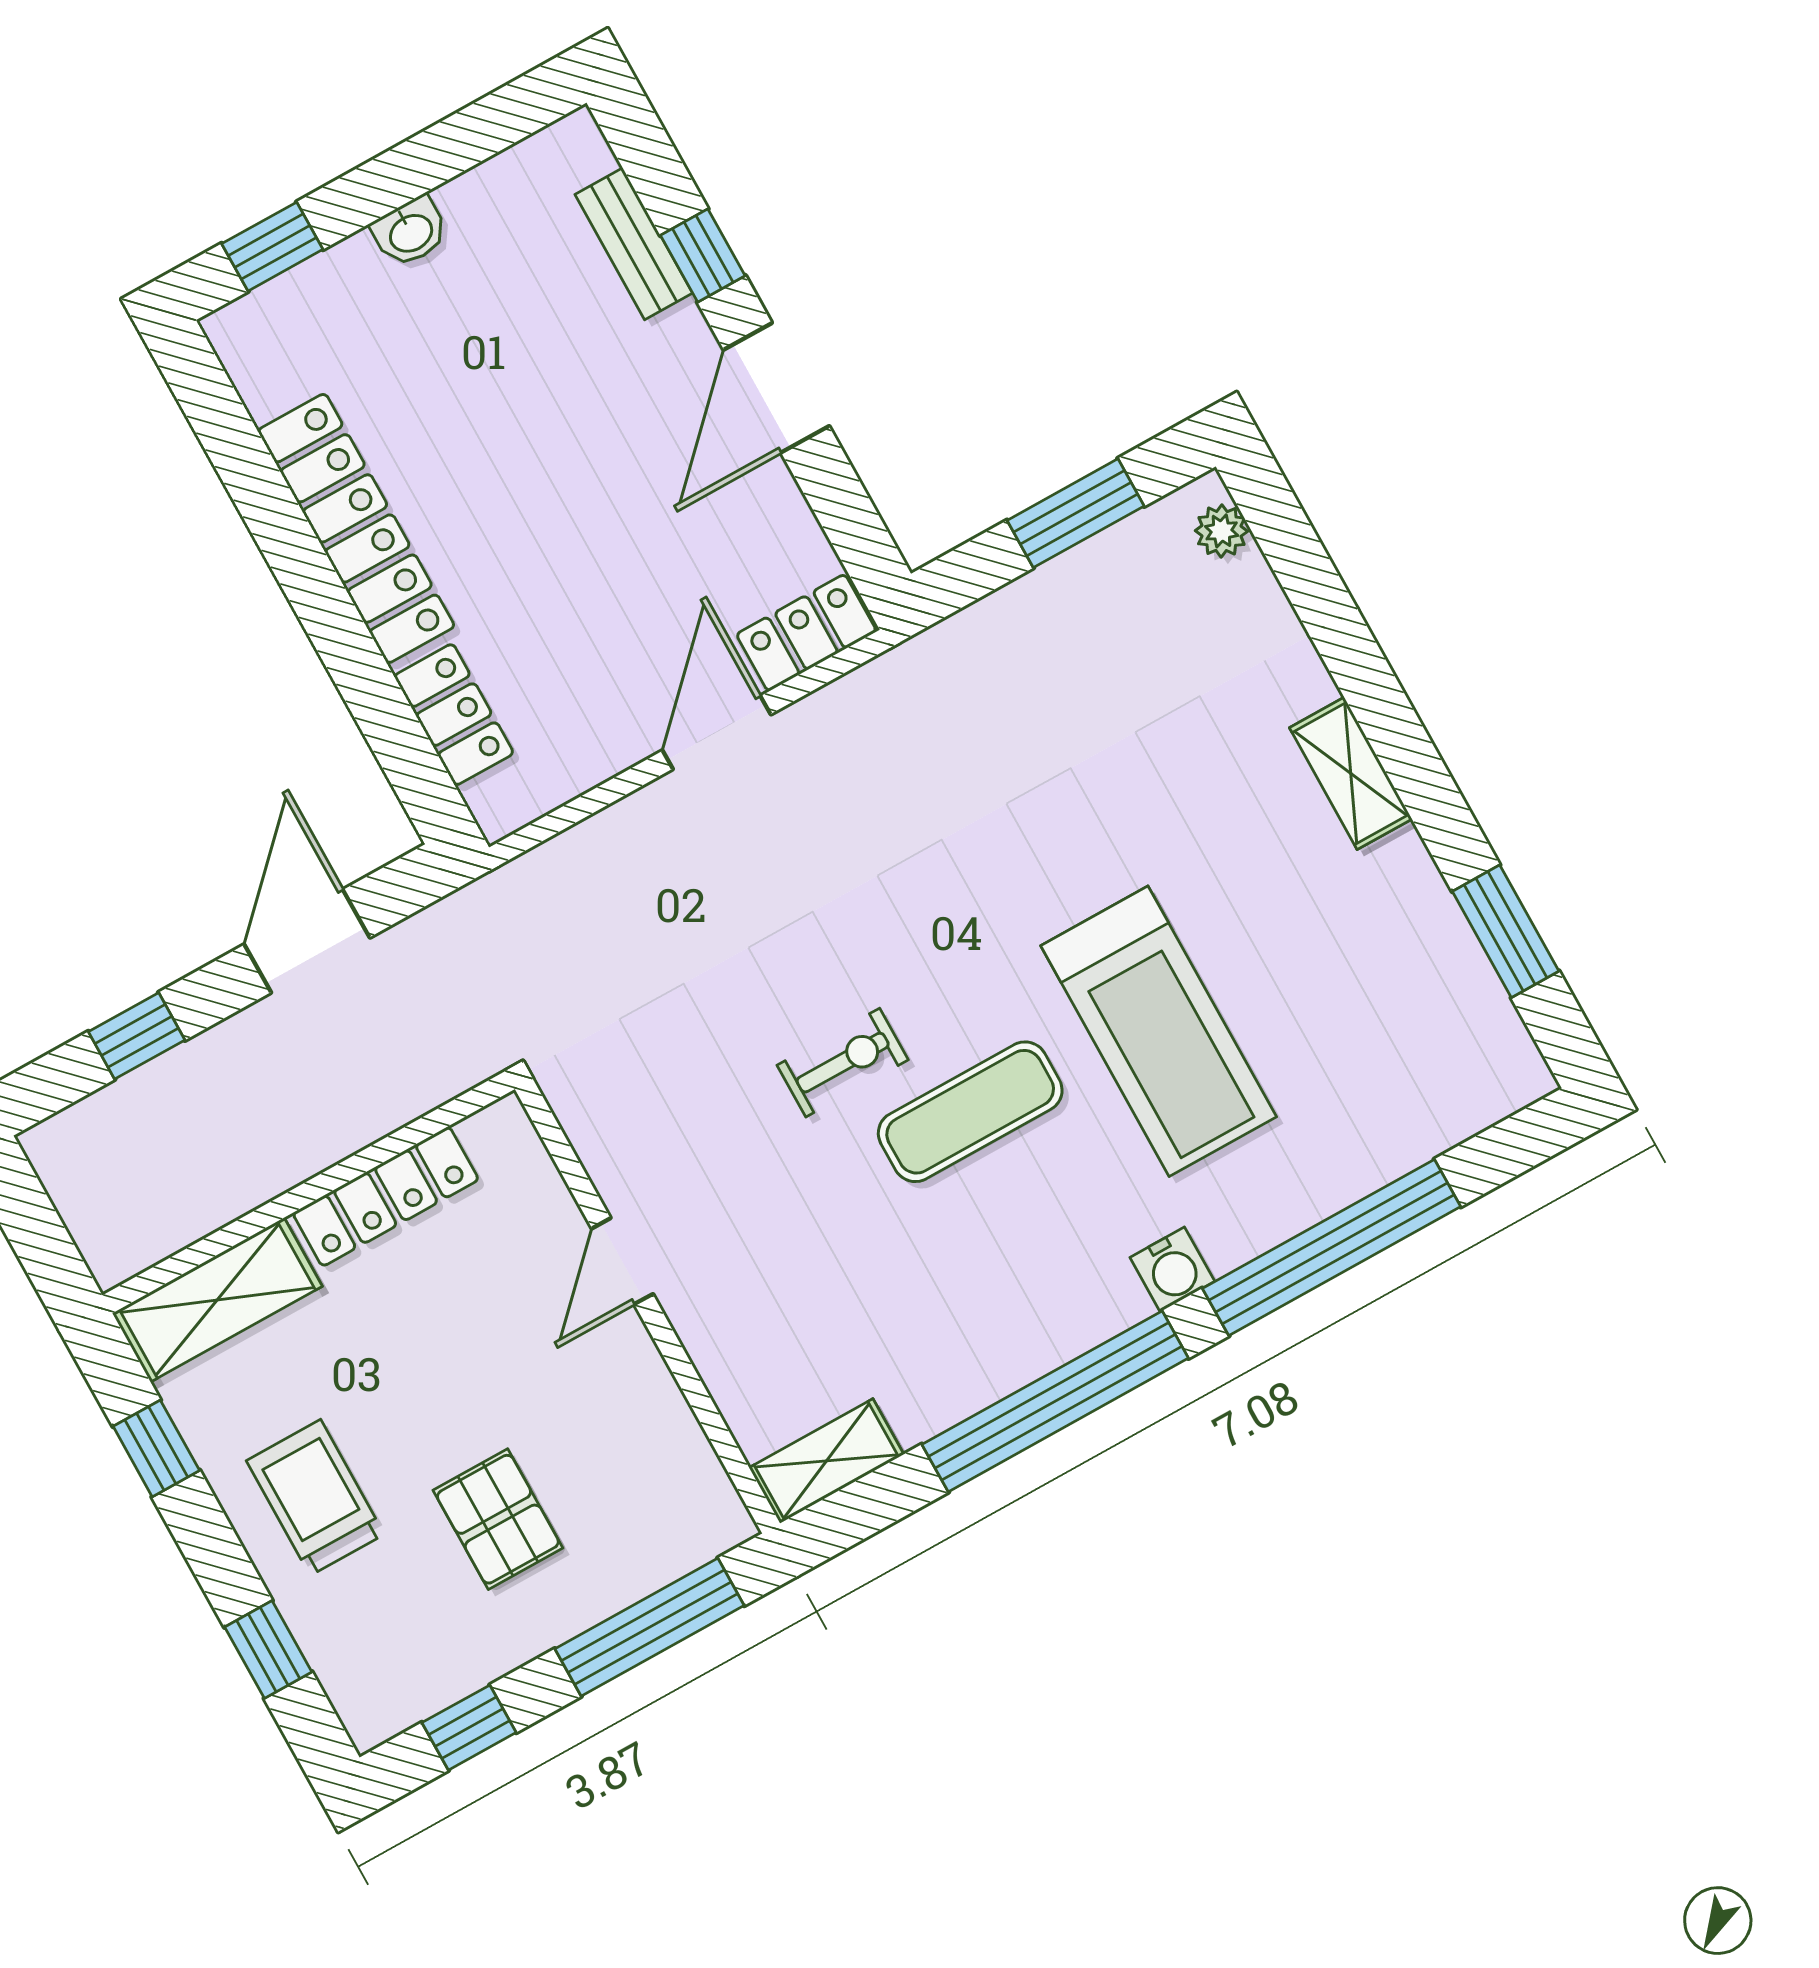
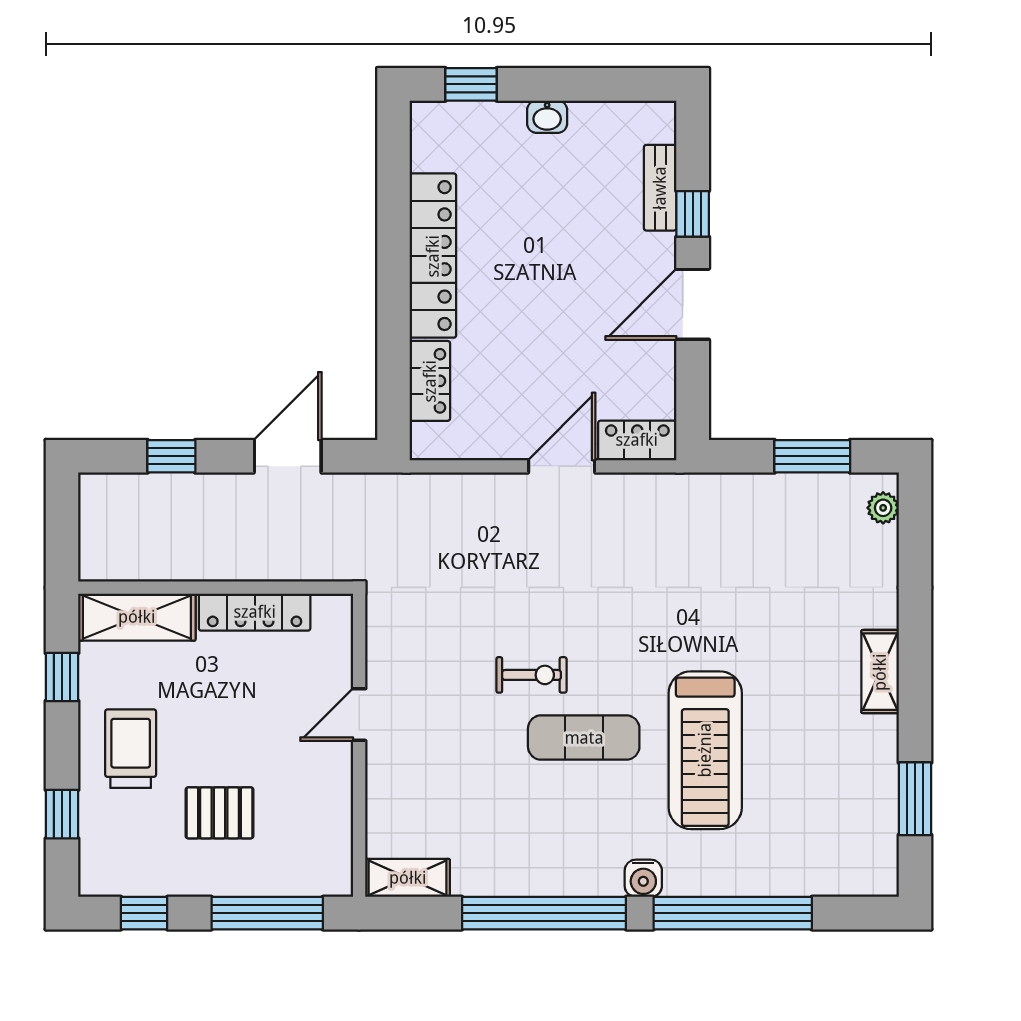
pallet: (498, 1519) -> (219, 813), turned 90

